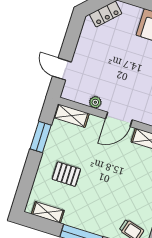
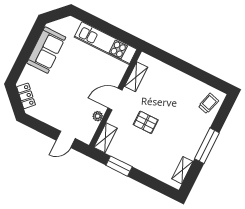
door: (119, 119) -> (115, 99), swing flipped
pallet: (66, 174) -> (146, 122), moved, turned 90

